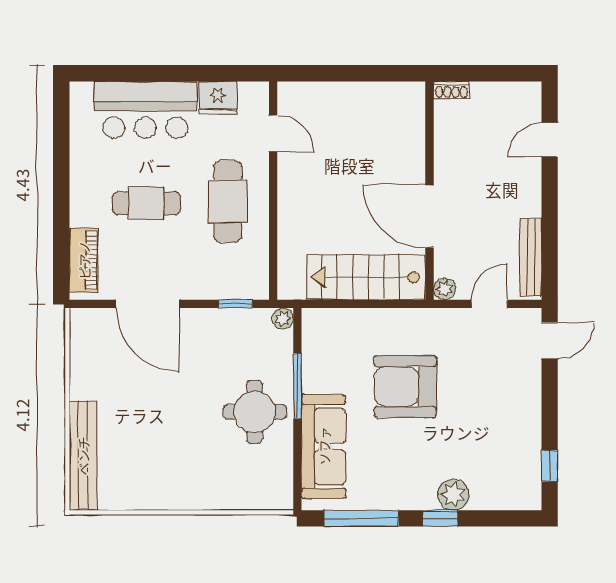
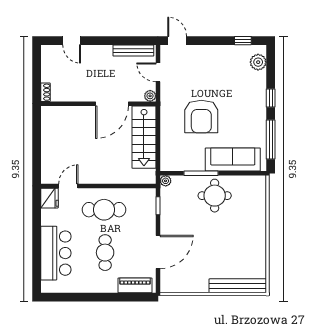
fridge: (218, 98) -> (50, 198), moved
plant: (453, 495) -> (258, 62), moved

